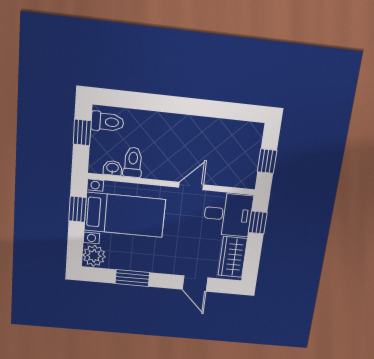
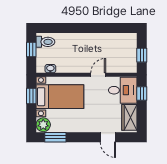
toilet: (133, 162) -> (62, 64), removed
window: (132, 278) -> (55, 137), moved

